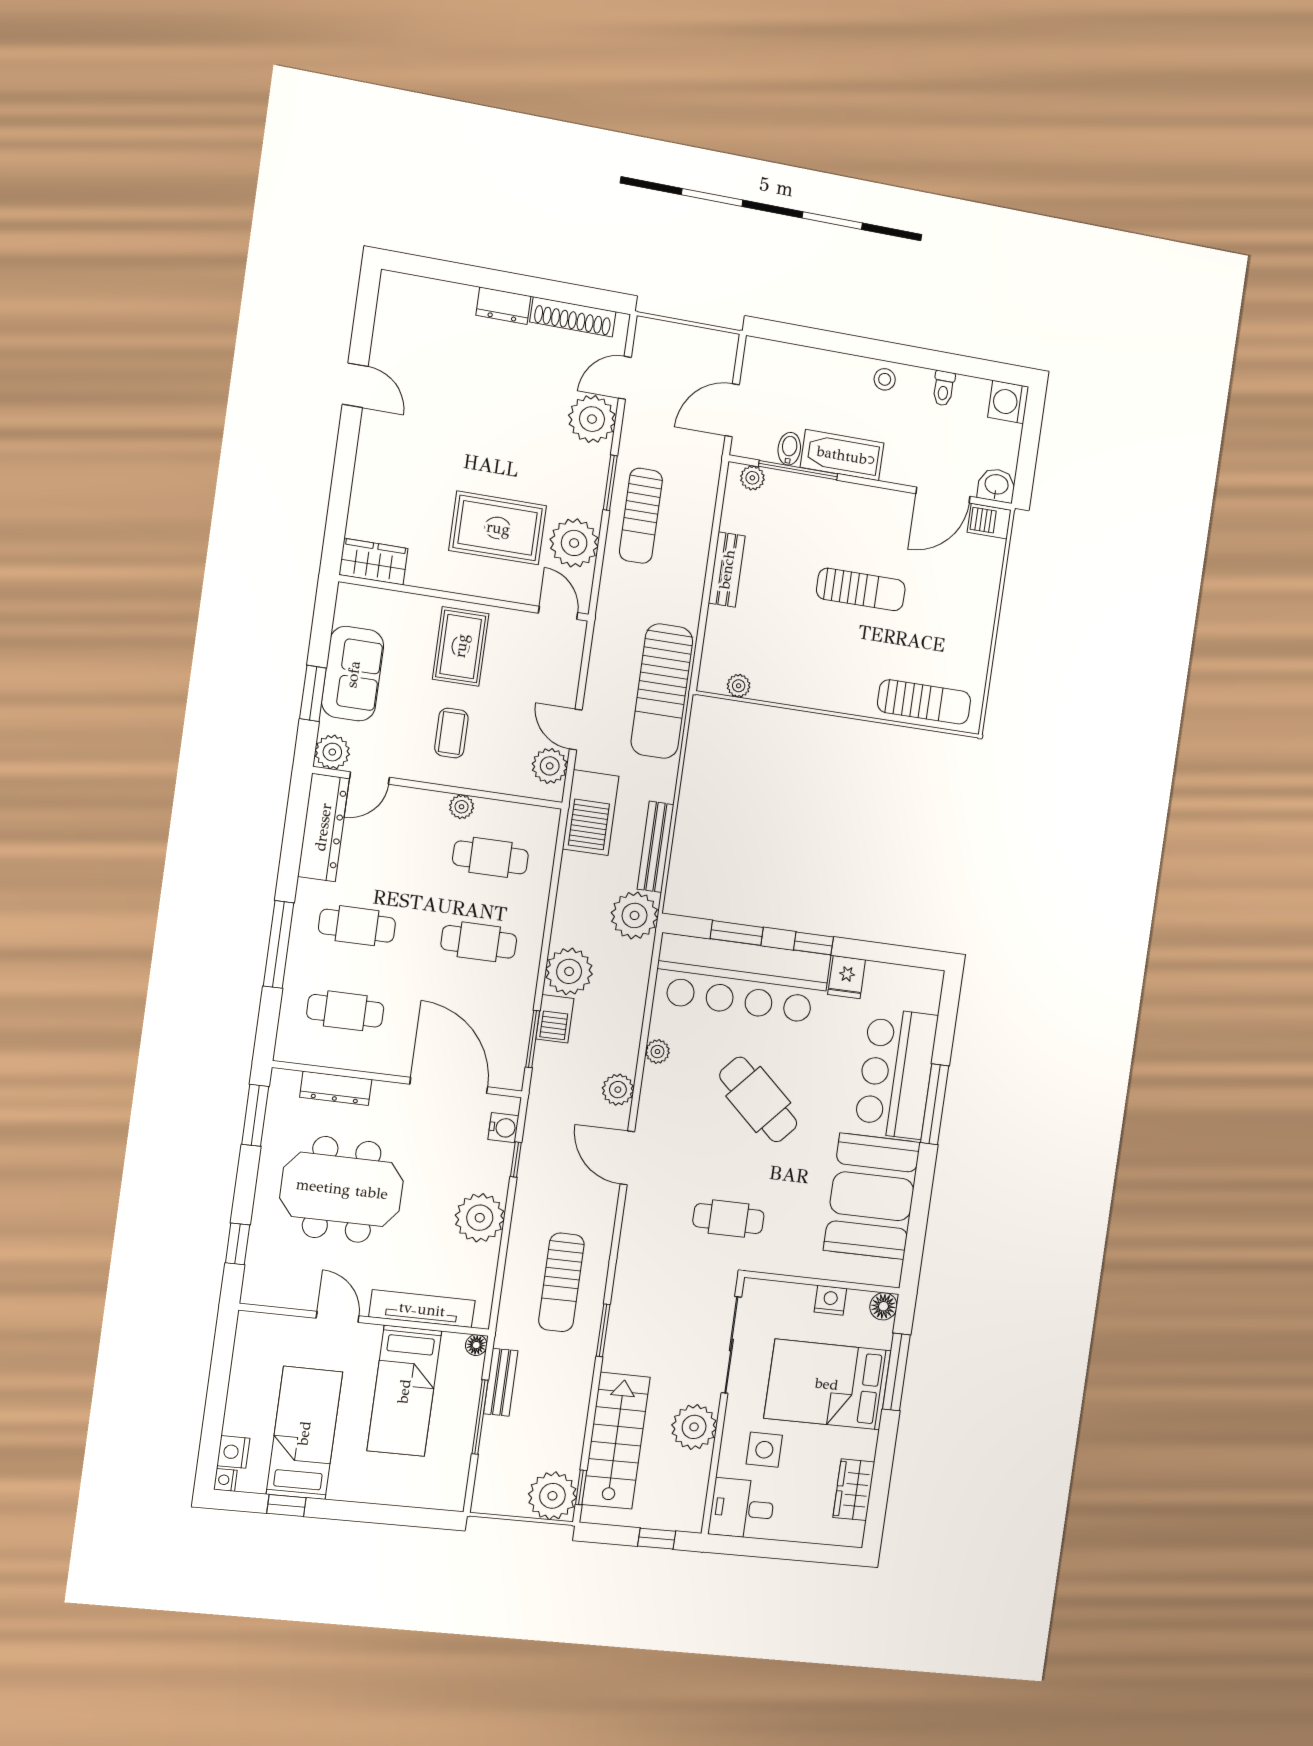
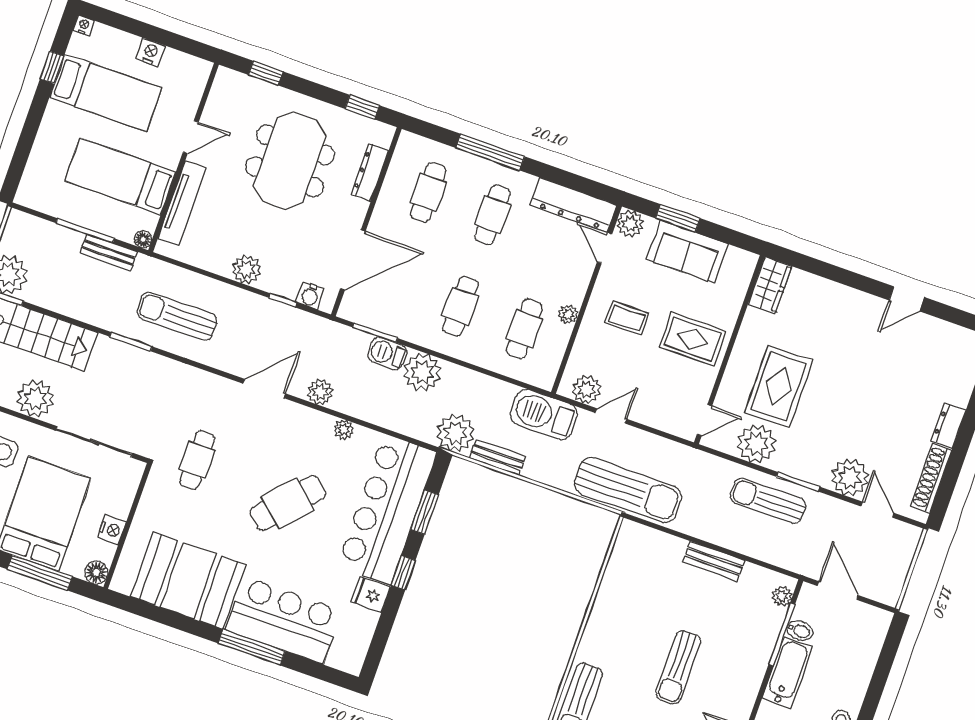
plant: (739, 686) -> (620, 553), removed
sun lounger: (662, 691) -> (628, 490), turned 180
bench: (655, 847) -> (497, 457), width x0.73
window: (255, 1115) -> (362, 107), width x0.67
plant: (480, 1218) -> (246, 269), width x0.73, depth x0.73
nightstand: (233, 1452) -> (150, 52), moved

